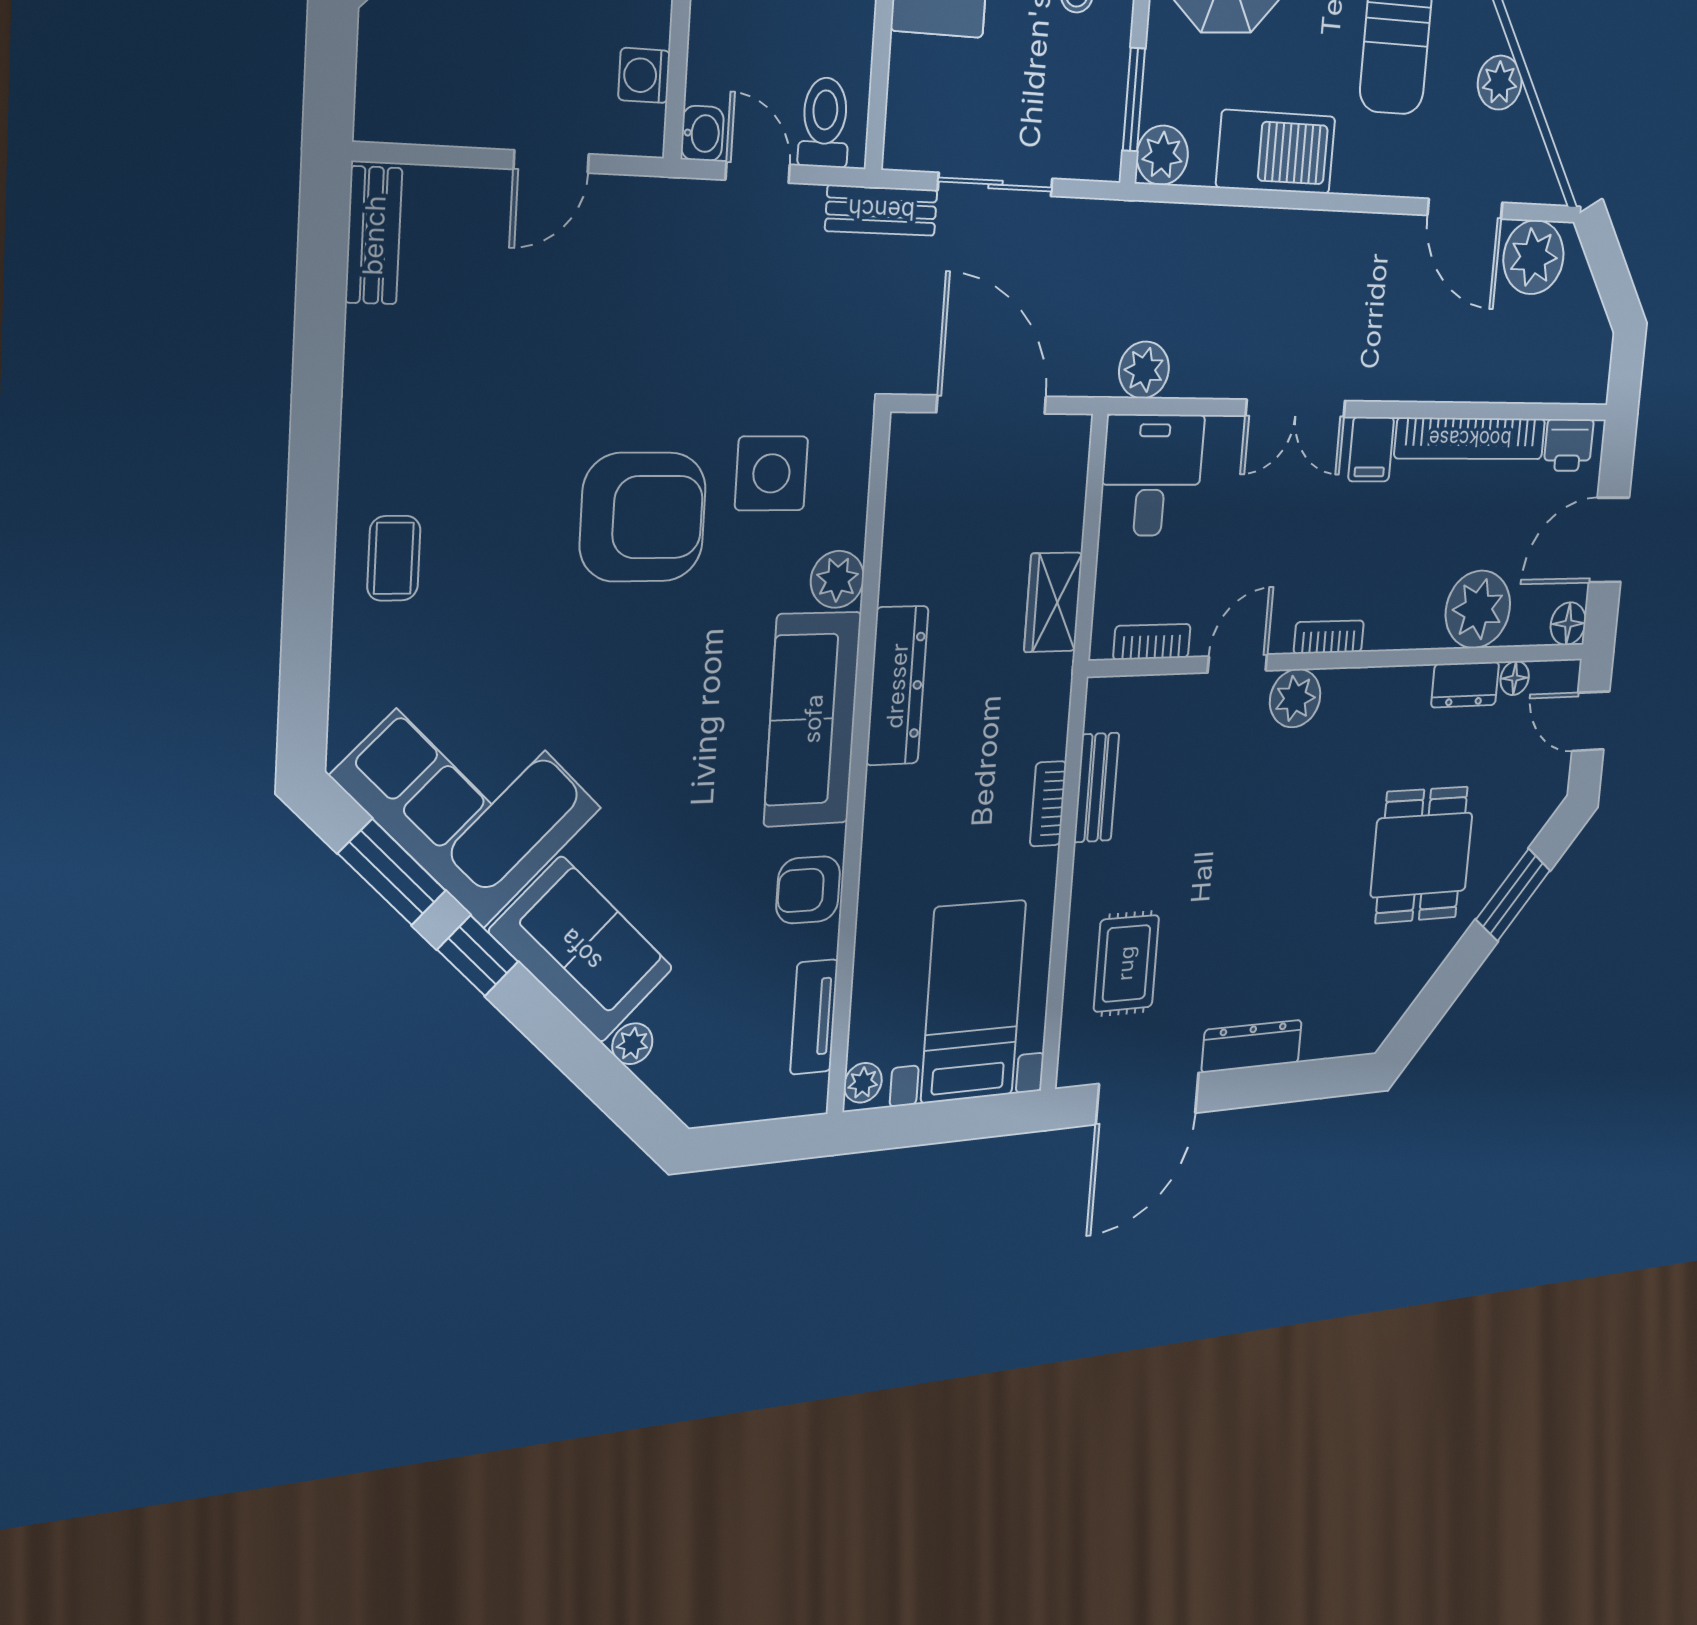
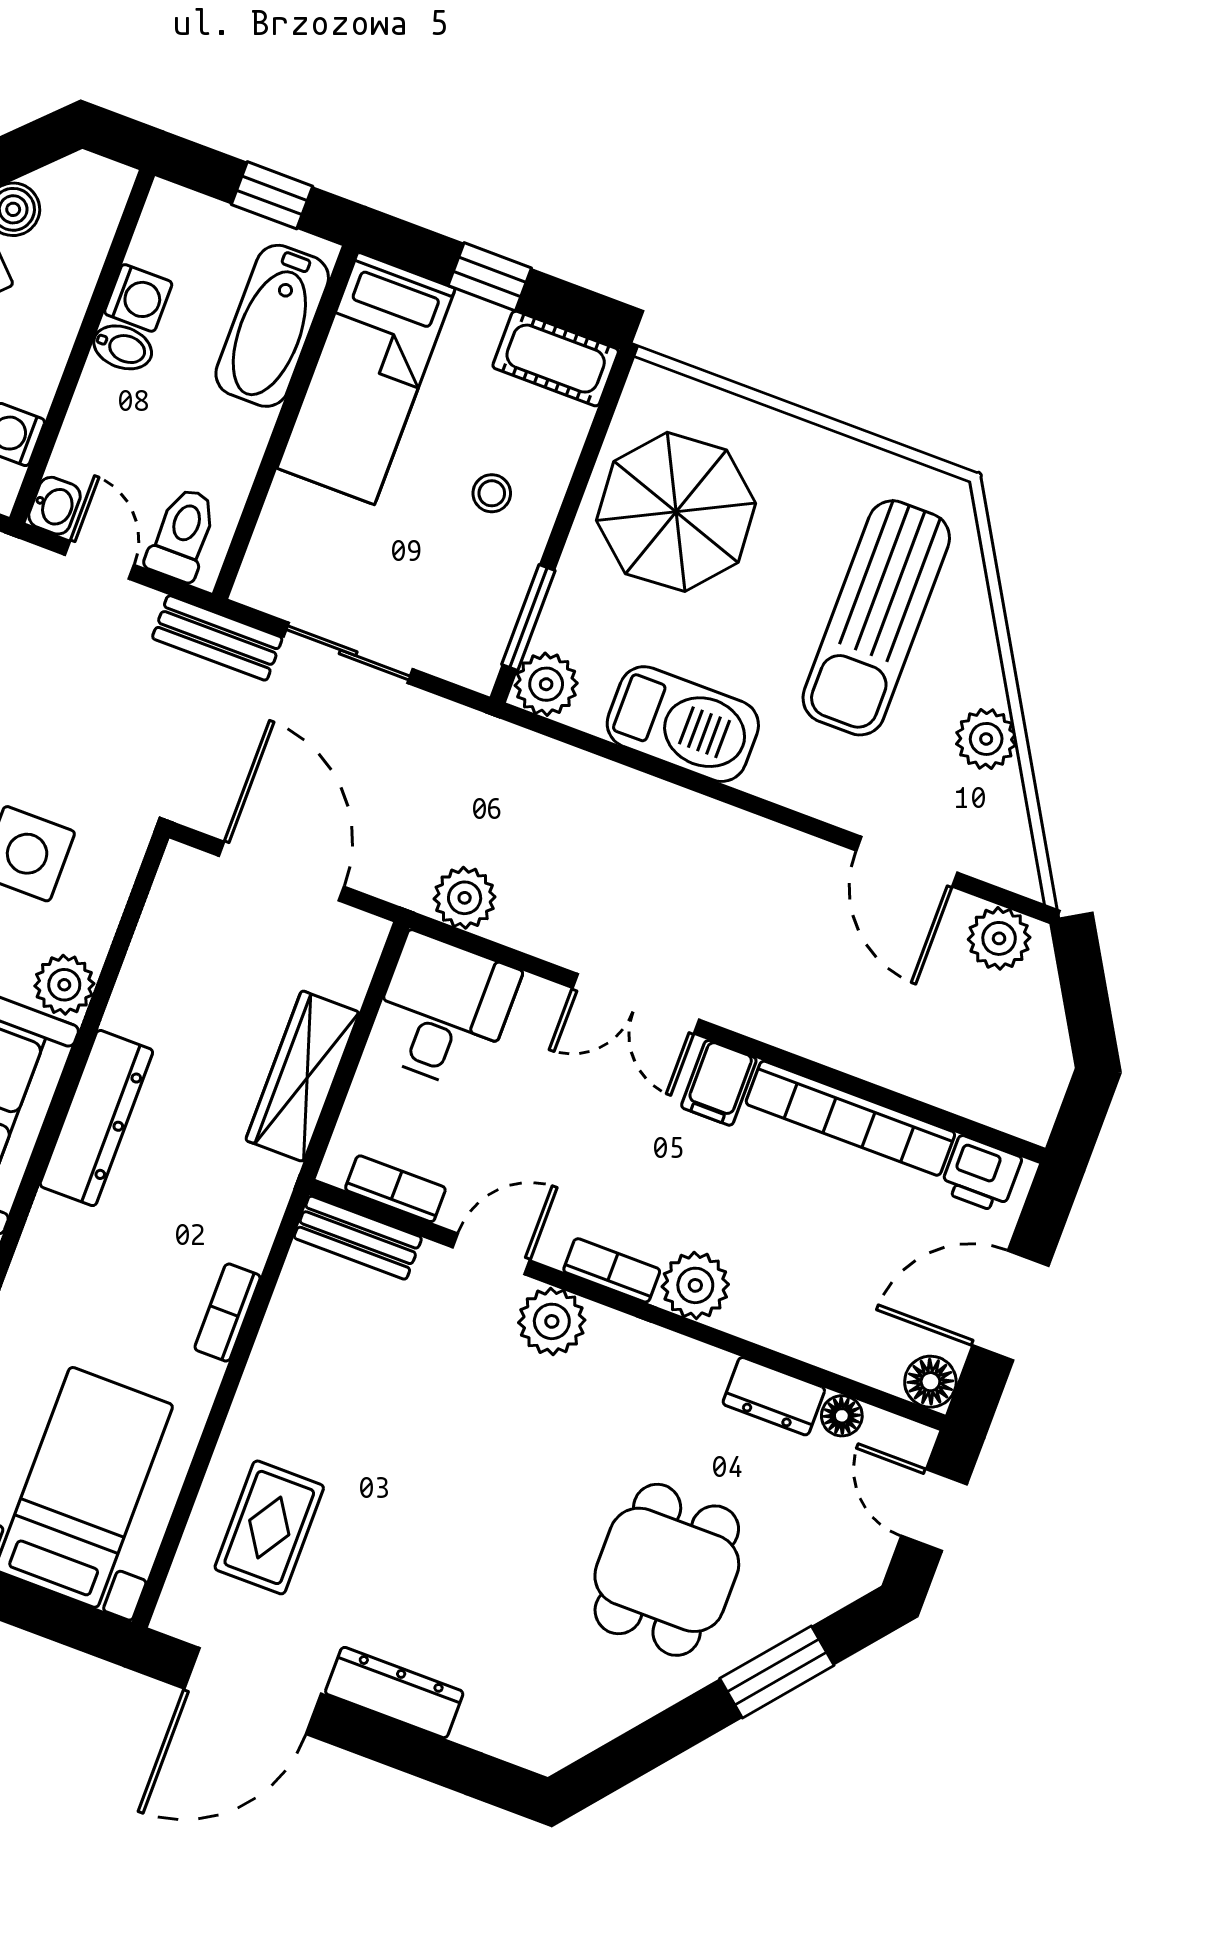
plant: (1534, 257) -> (999, 938), width x0.73, depth x0.73
wardrobe: (1053, 602) -> (303, 1076), width x1.50
plant: (1478, 609) -> (695, 1285), moved, width x0.73, depth x0.73
bench: (1097, 788) -> (358, 1238), moved, turned 90

